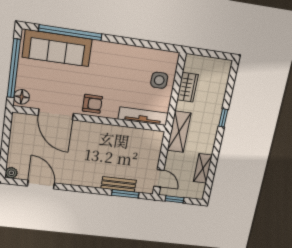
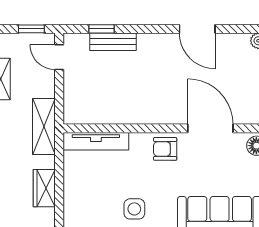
side table: (159, 80) -> (134, 209), moved
door: (41, 185) -> (197, 29), moved
window: (125, 194) -> (102, 29), width x0.67

